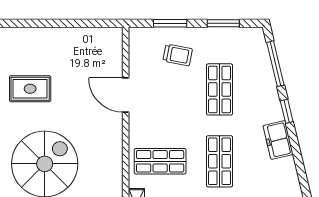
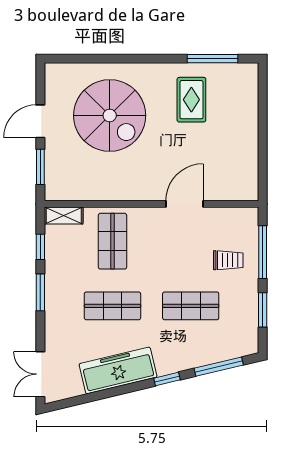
window: (170, 23) -> (263, 252), width x1.44
trolley: (178, 55) -> (228, 260), turned -101
freezer: (278, 140) -> (118, 370), width x1.91, depth x1.26

